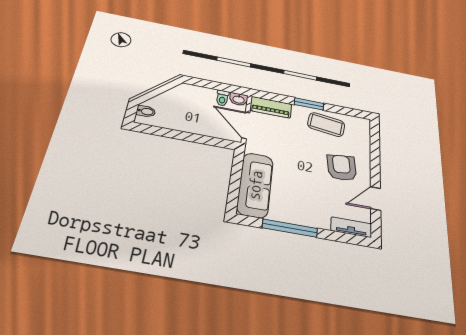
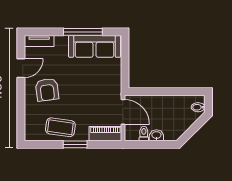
washbasin: (239, 99) -> (156, 135), moved
sofa: (255, 185) -> (94, 46), moved, turned -90

